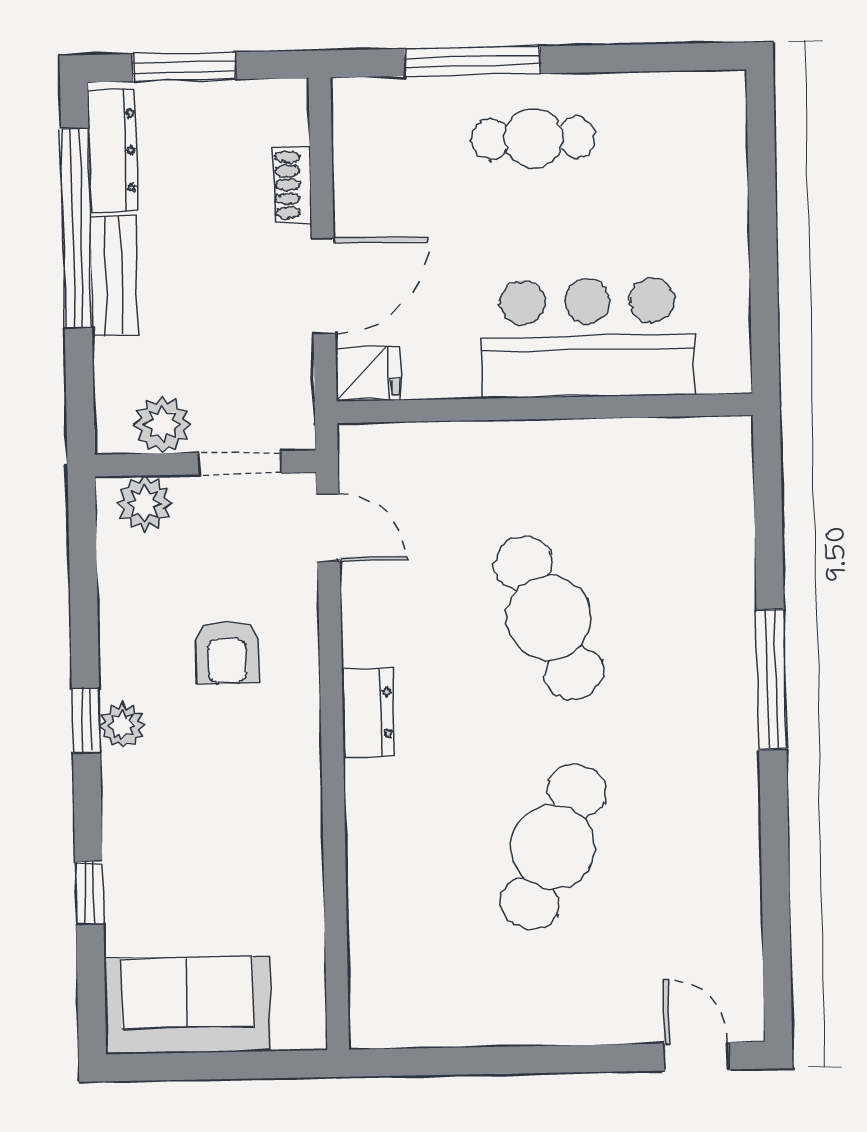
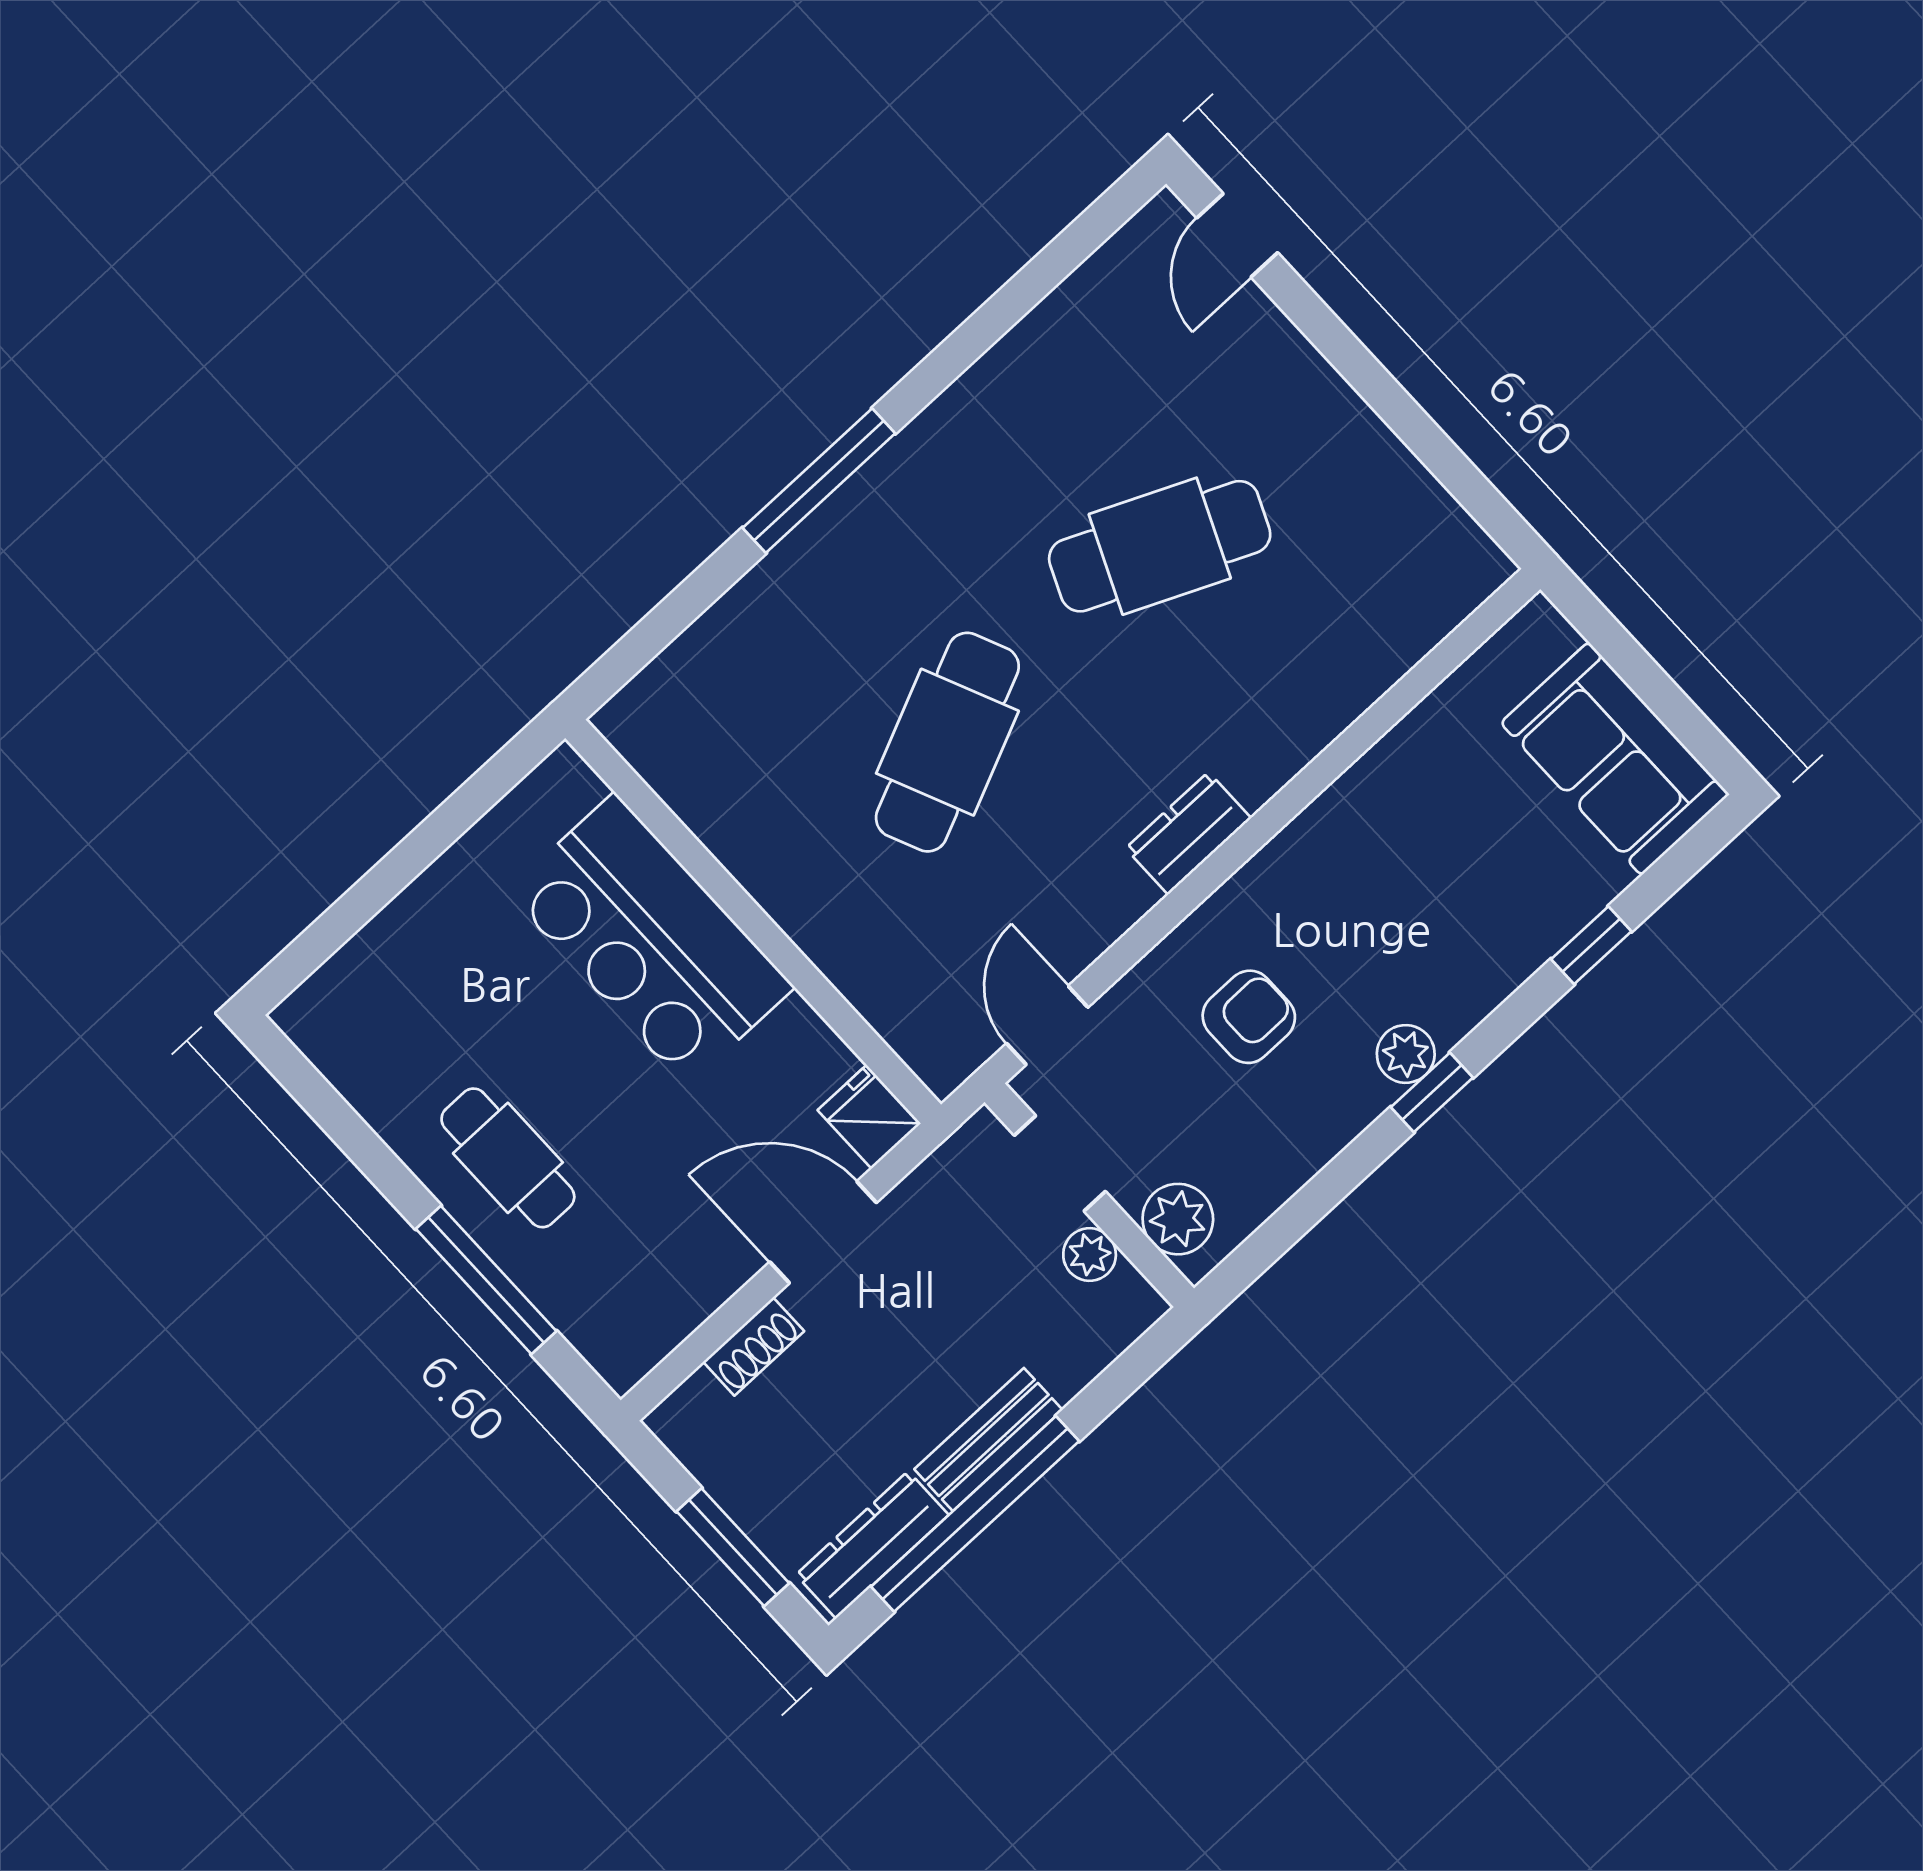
plant: (162, 425) -> (1090, 1254), width x0.73, depth x0.73

